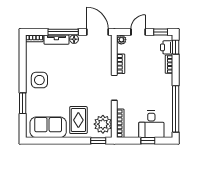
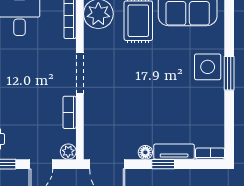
window: (63, 32) -> (163, 164), width x0.46
side table: (39, 80) -> (208, 67), moved
window: (23, 103) -> (229, 73), moved

